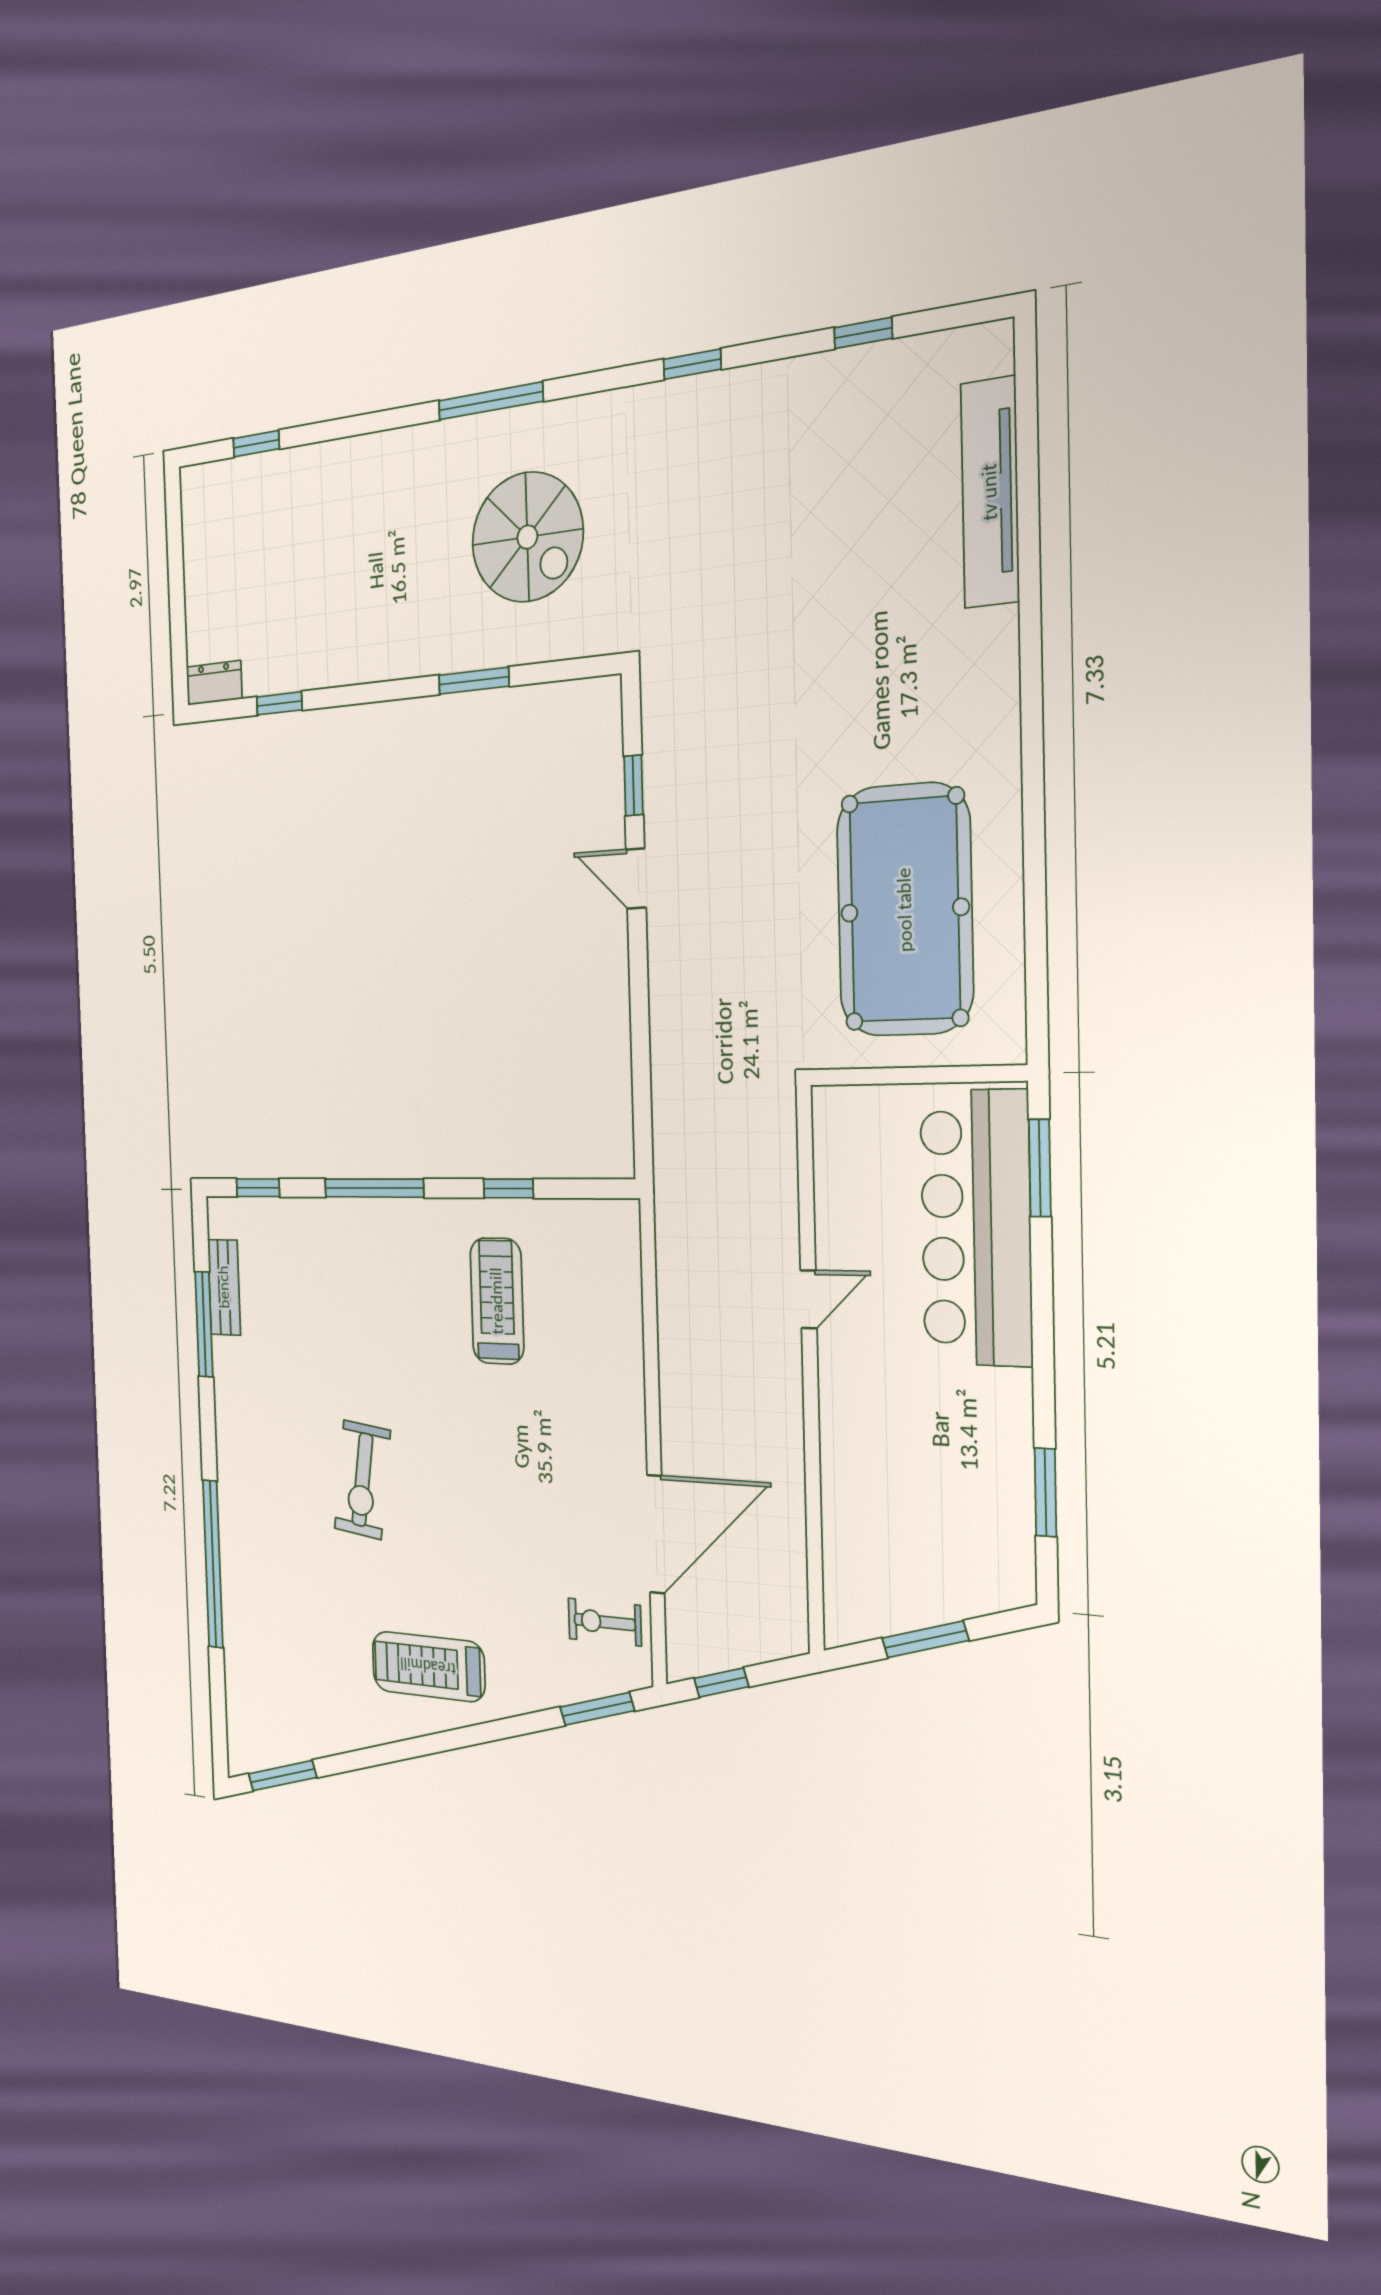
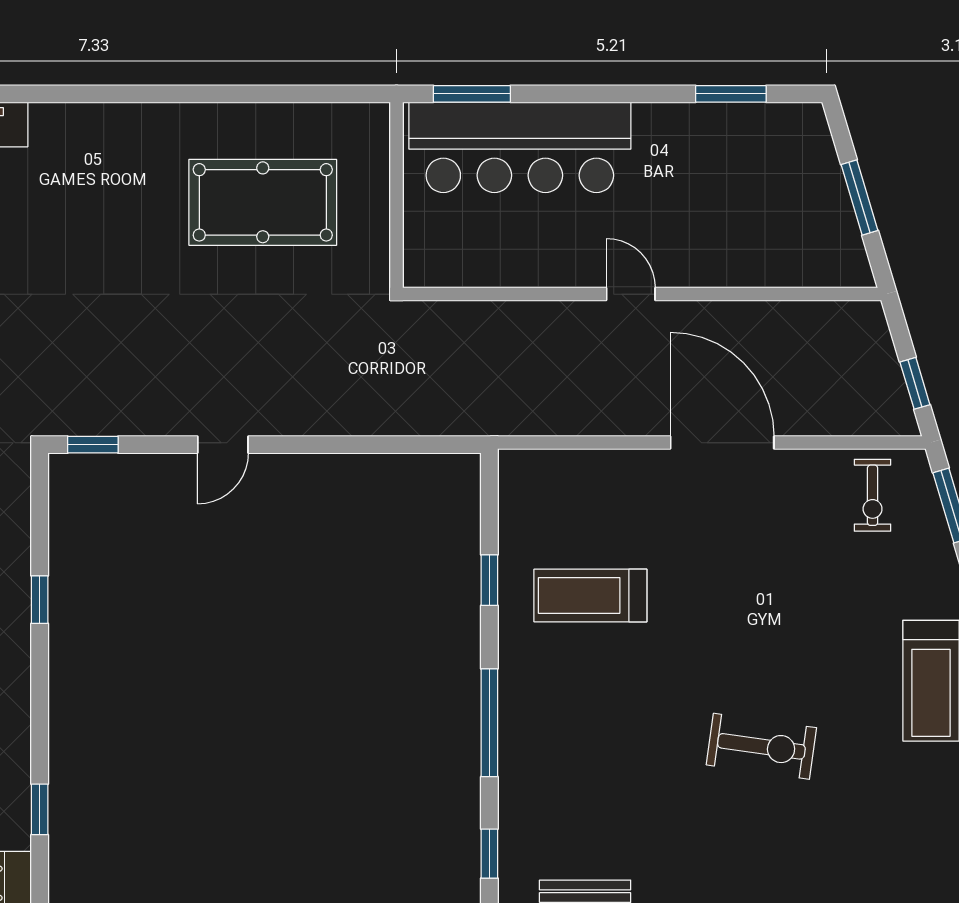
window: (474, 681) -> (40, 600), width x0.67
window: (633, 785) -> (93, 445), moved
pool table: (905, 910) -> (263, 202), width x0.73, depth x0.76
door: (809, 1299) -> (631, 294), moved
door: (656, 1534) -> (722, 443), moved

